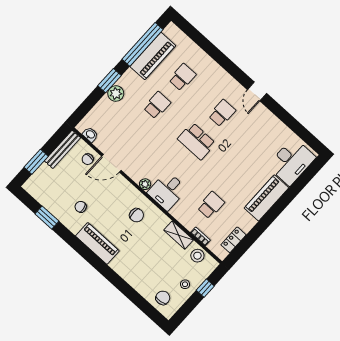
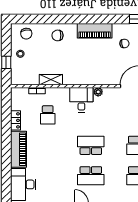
school desk: (222, 113) -> (91, 176), width x1.85
chair: (137, 215) -> (58, 35), moved
locker: (233, 240) -> (16, 120), moved
stool: (197, 256) -> (28, 78), removed

